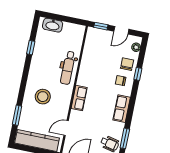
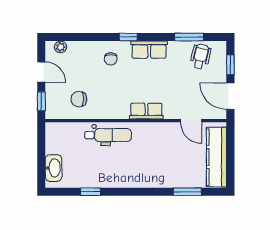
chair: (127, 64) -> (79, 99), moved
window: (138, 74) -> (128, 37), moved
stool: (43, 97) -> (154, 161), removed

